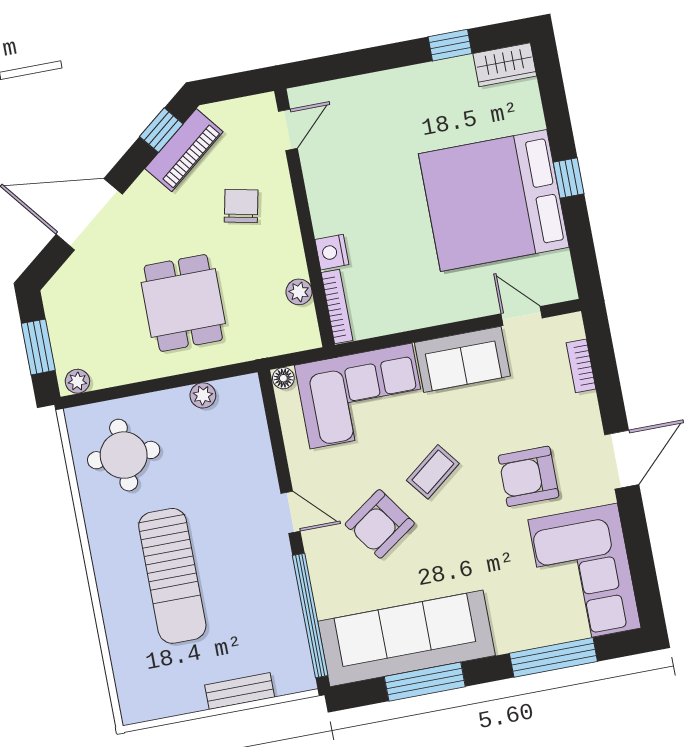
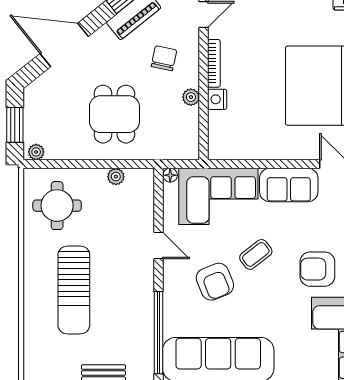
plant: (299, 292) -> (191, 97), moved
bookcase: (337, 306) -> (214, 63), moved
door: (291, 512) -> (158, 246), moved
armchair: (380, 524) -> (215, 282), turned -77

